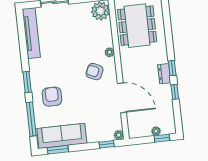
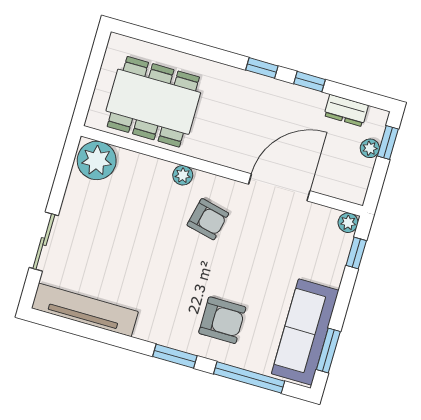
armchair: (95, 72) -> (208, 219), turned -101
dresser: (164, 74) -> (346, 110), moved
armchair: (52, 97) -> (222, 320), turned 180

